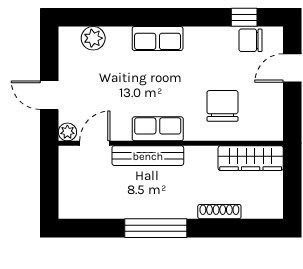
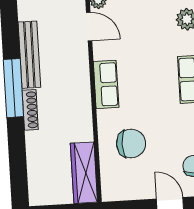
bench: (148, 156) -> (29, 55), moved
shoe rack: (219, 212) -> (30, 110), moved

